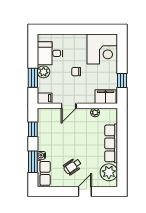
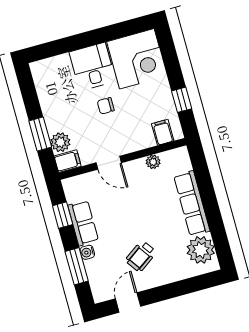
desk: (50, 53) -> (92, 67), moved, turned 90
plant: (44, 72) -> (60, 142), moved
filing cabinet: (106, 97) -> (163, 132), width x0.50
door: (69, 106) -> (109, 163), hinge flipped
row of seats: (44, 173) -> (83, 223), moved
door: (85, 192) -> (128, 303), moved

